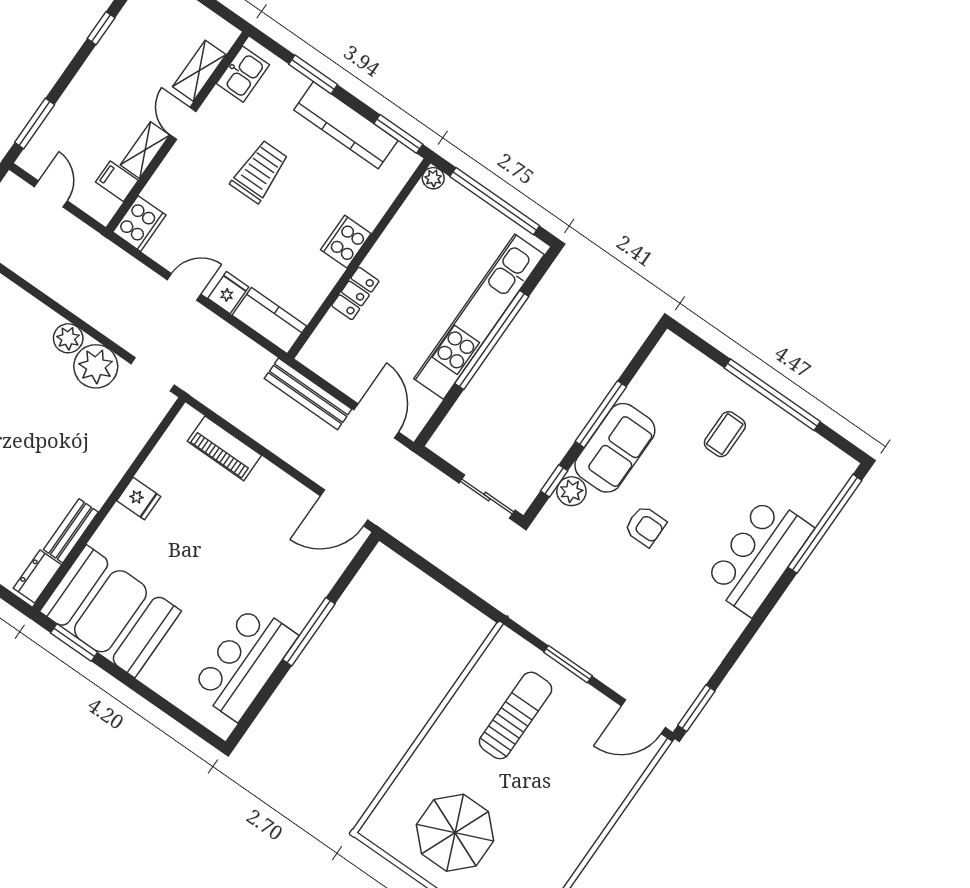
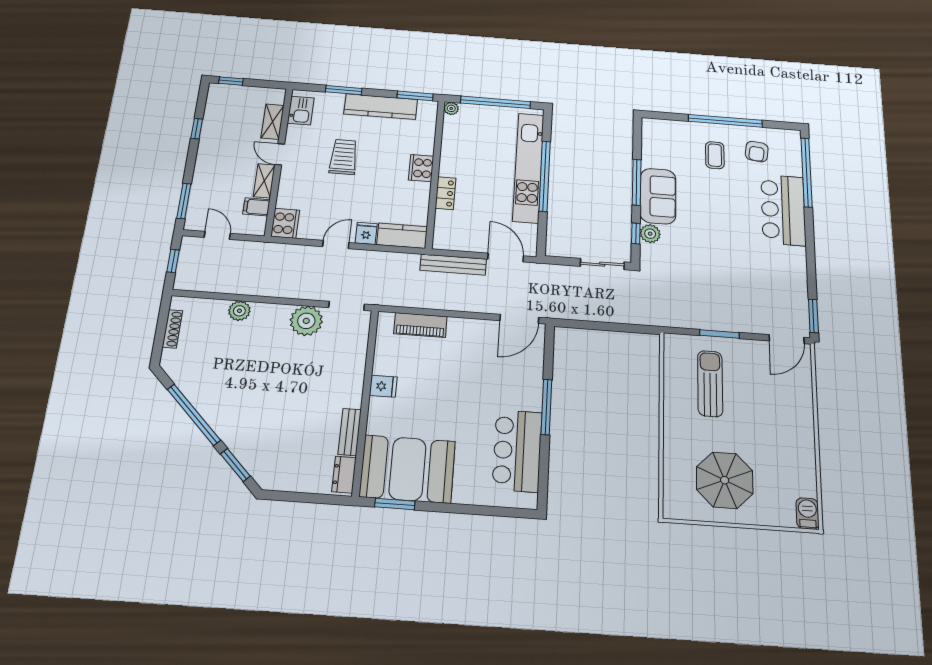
plant: (68, 338) -> (239, 311), moved
armchair: (645, 526) -> (757, 152), moved, turned 97

